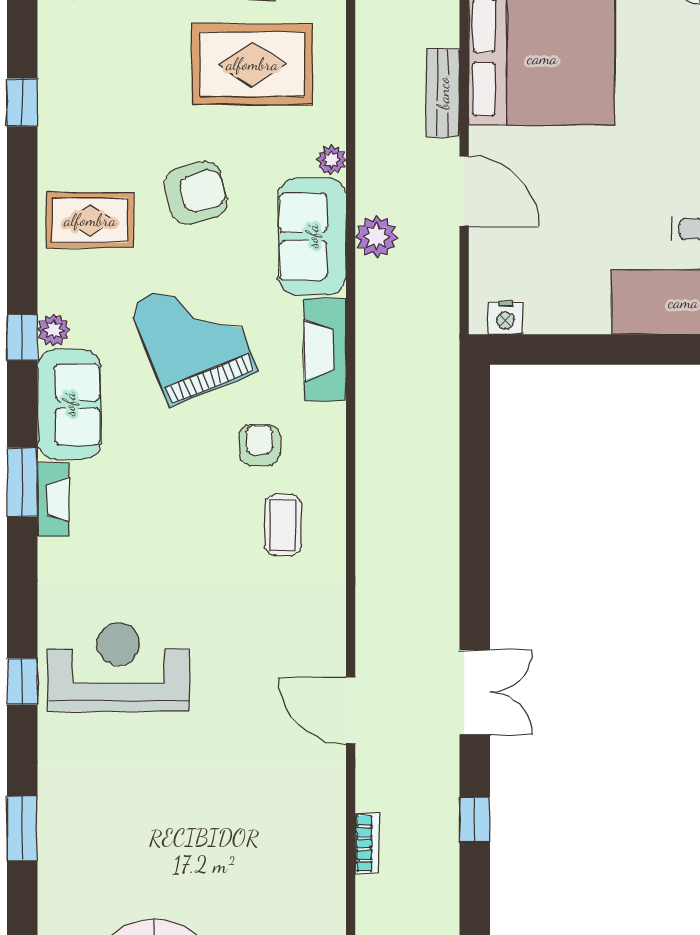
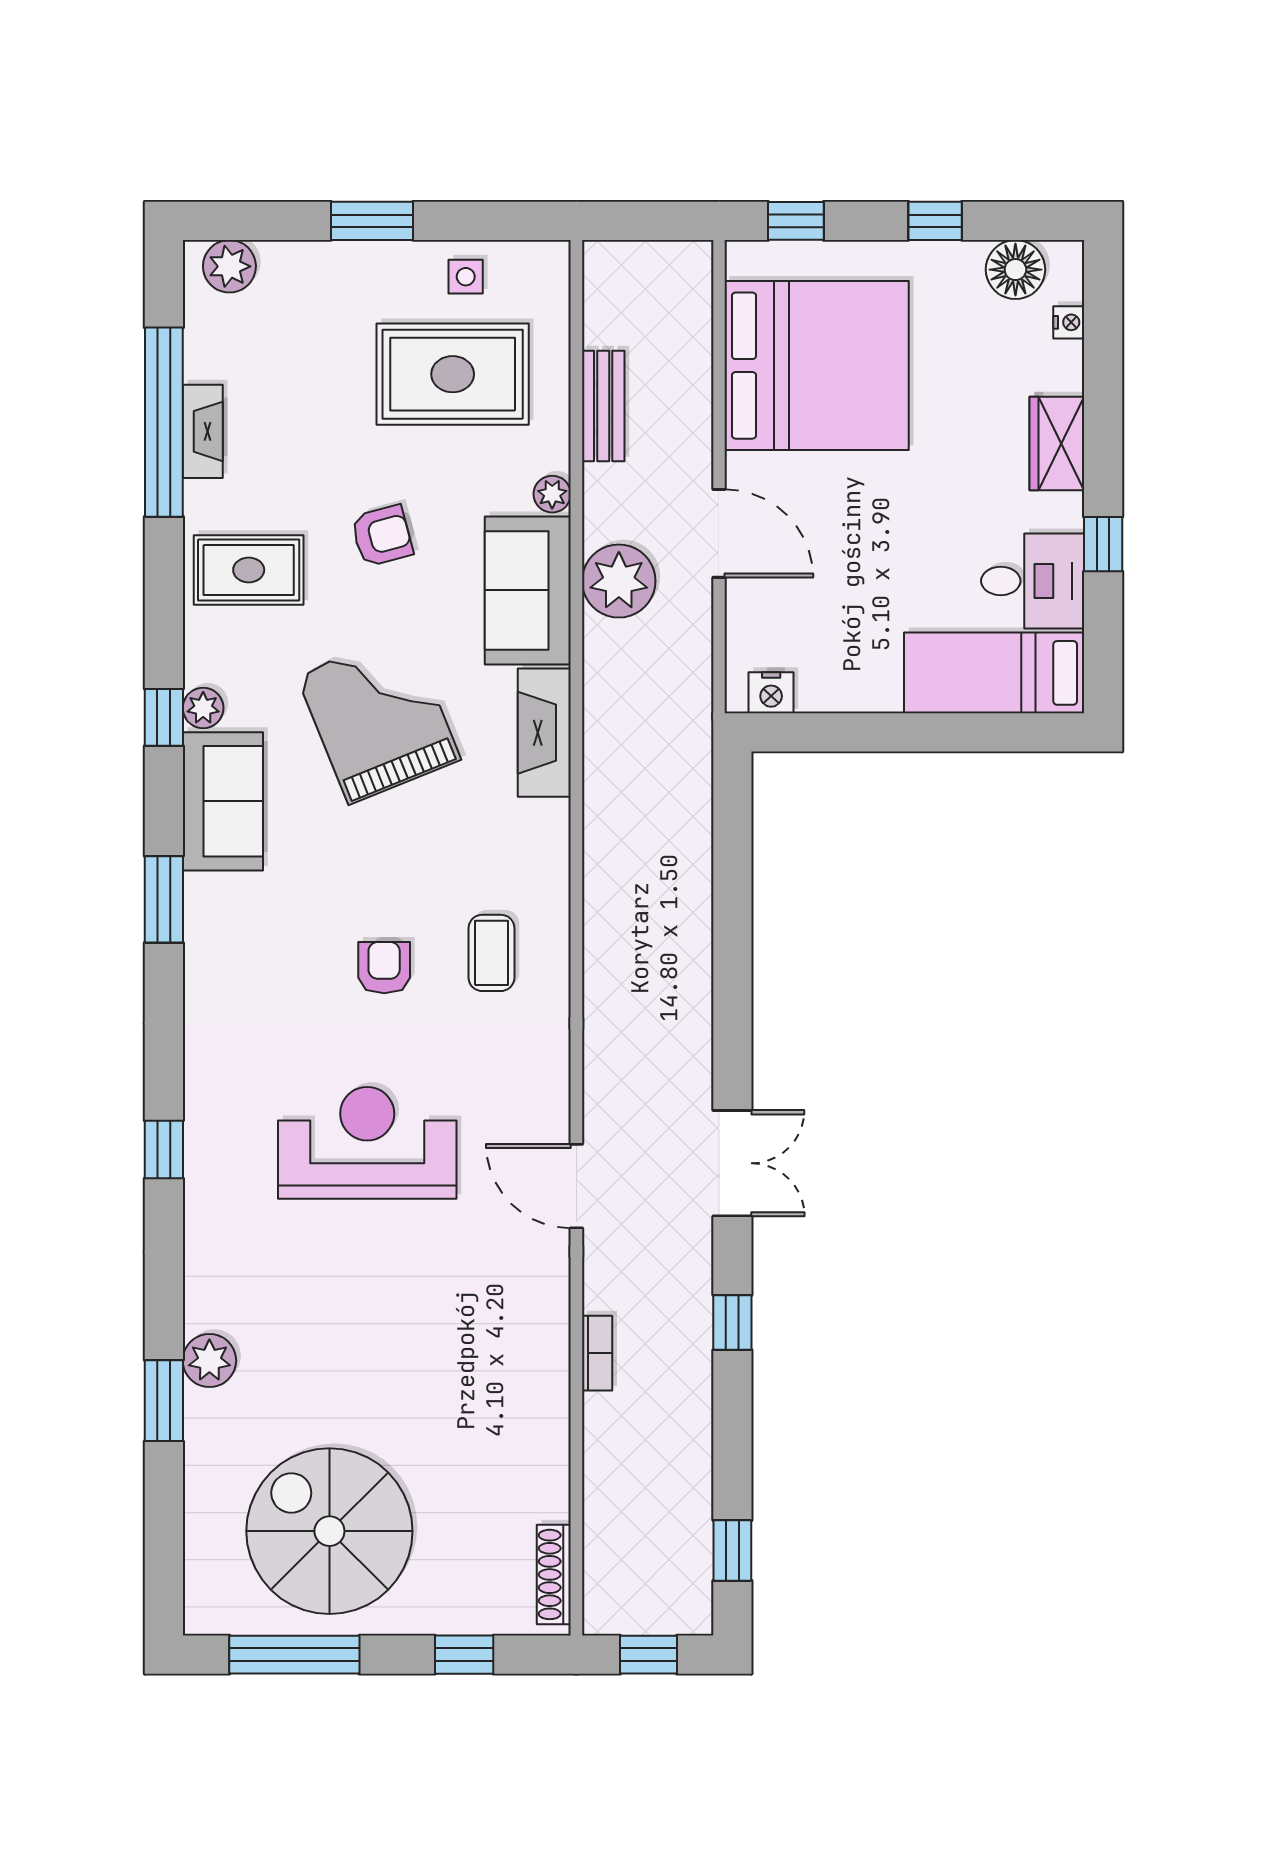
bench: (443, 93) -> (603, 406), moved
window: (22, 102) -> (164, 422), width x3.17
armchair: (196, 193) -> (382, 536), width x0.72, depth x0.72
plant: (377, 237) -> (619, 581), width x1.36, depth x1.36
armchair: (260, 445) -> (384, 968), moved
fireplace: (53, 500) -> (203, 431), moved
reception desk: (118, 667) -> (367, 1143), moved
window: (22, 829) -> (164, 1401), moved
plant: (59, 849) -> (209, 1361), added

